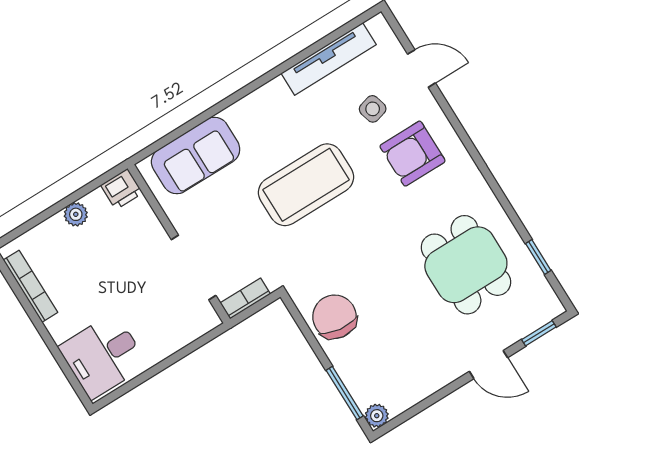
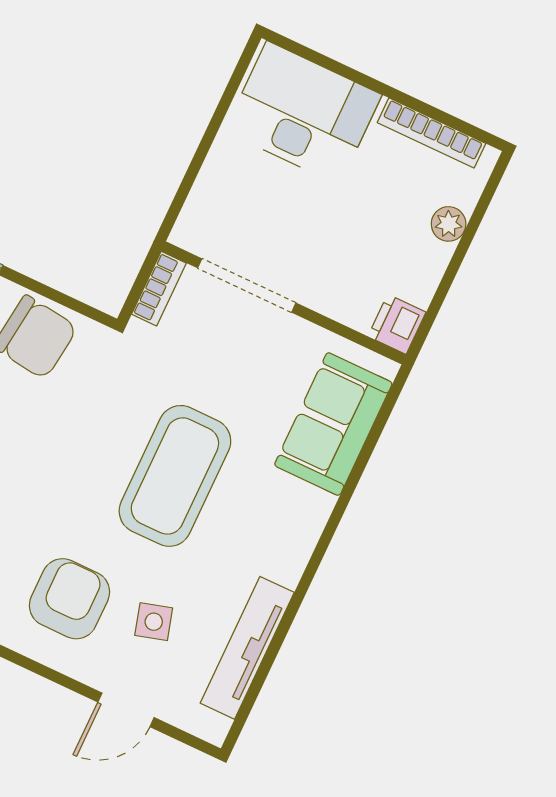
plant: (76, 214) -> (449, 224), moved
desk: (103, 356) -> (303, 113), width x1.37

